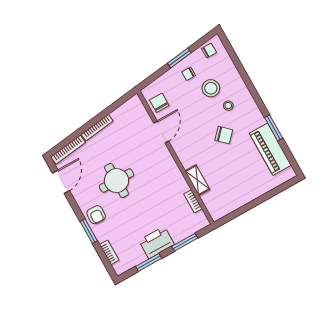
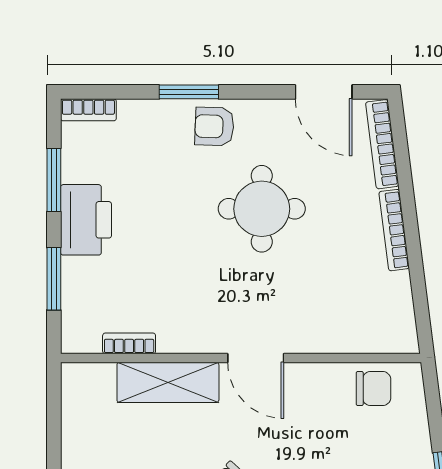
door: (161, 132) -> (256, 358), moved
shelving: (197, 180) -> (168, 382), width x1.50, depth x1.33
bookcase: (109, 252) -> (88, 110), moved

